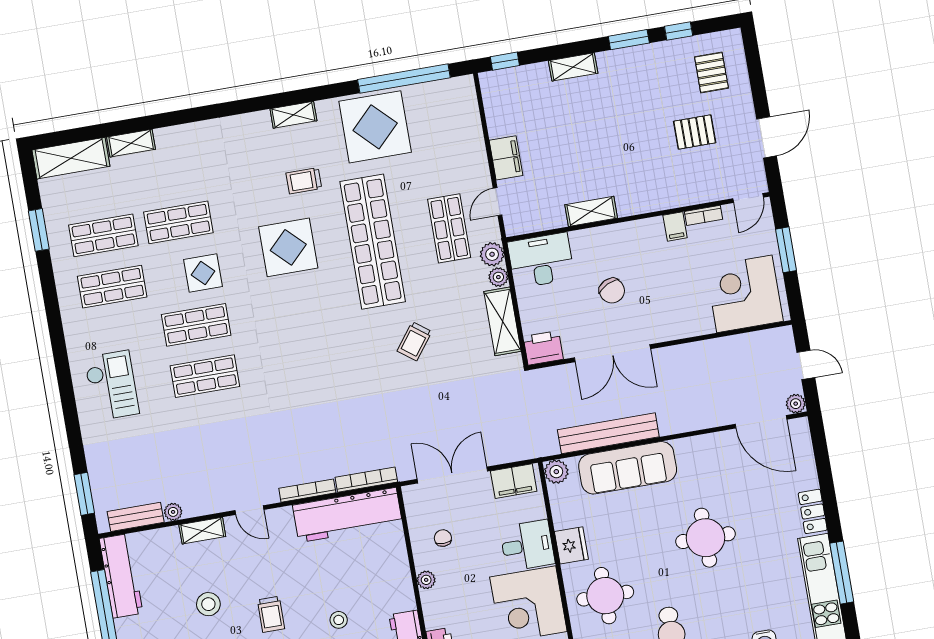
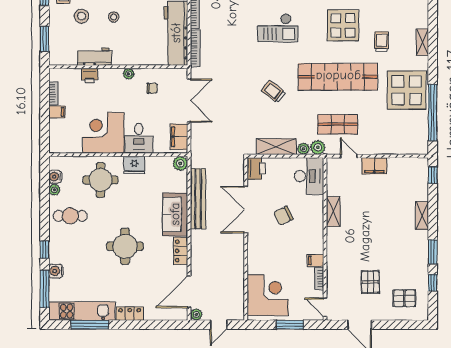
checkout: (311, 352) -> (278, 28), added
locker: (697, 447) -> (181, 251), added
sofa: (628, 468) -> (175, 214), width x0.73

